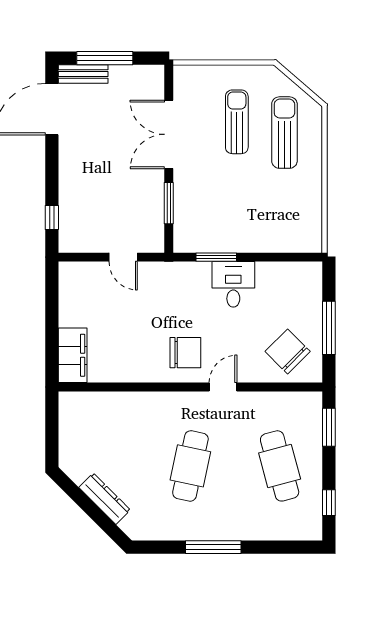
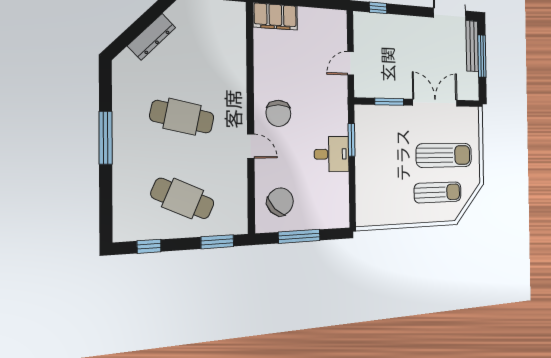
bench: (83, 74) -> (472, 46), width x1.36
sun lounger: (237, 122) -> (444, 155), width x1.36, depth x1.34
cafe table: (280, 466) -> (183, 199), turned 39

